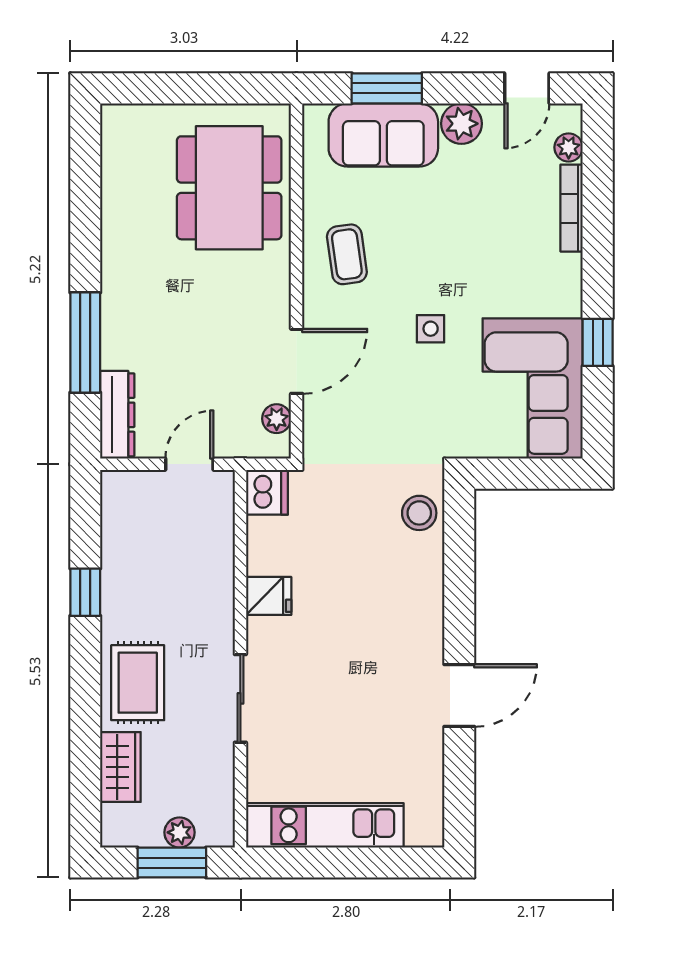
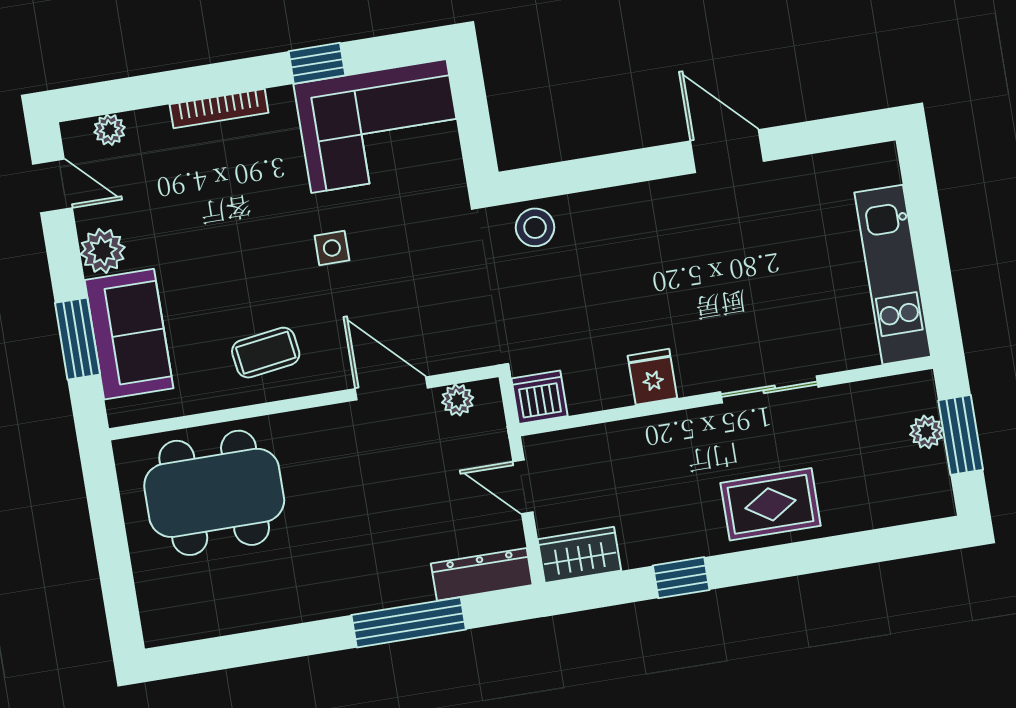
bookcase: (572, 208) -> (219, 109), moved
wardrobe: (120, 767) -> (579, 555), moved

